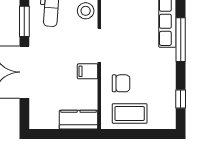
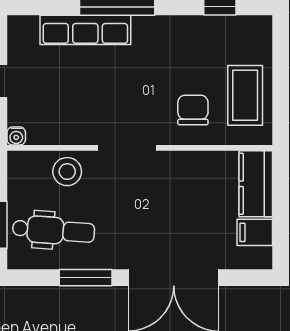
filing cabinet: (88, 71) -> (255, 232), moved, turned 90

